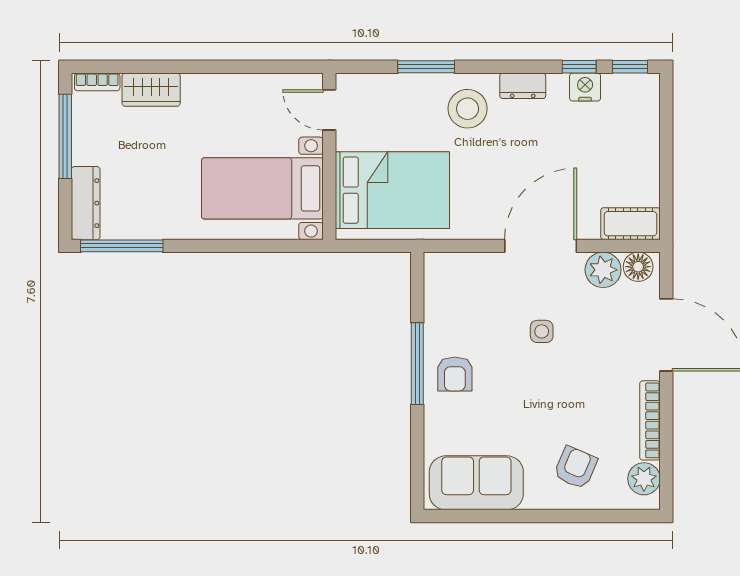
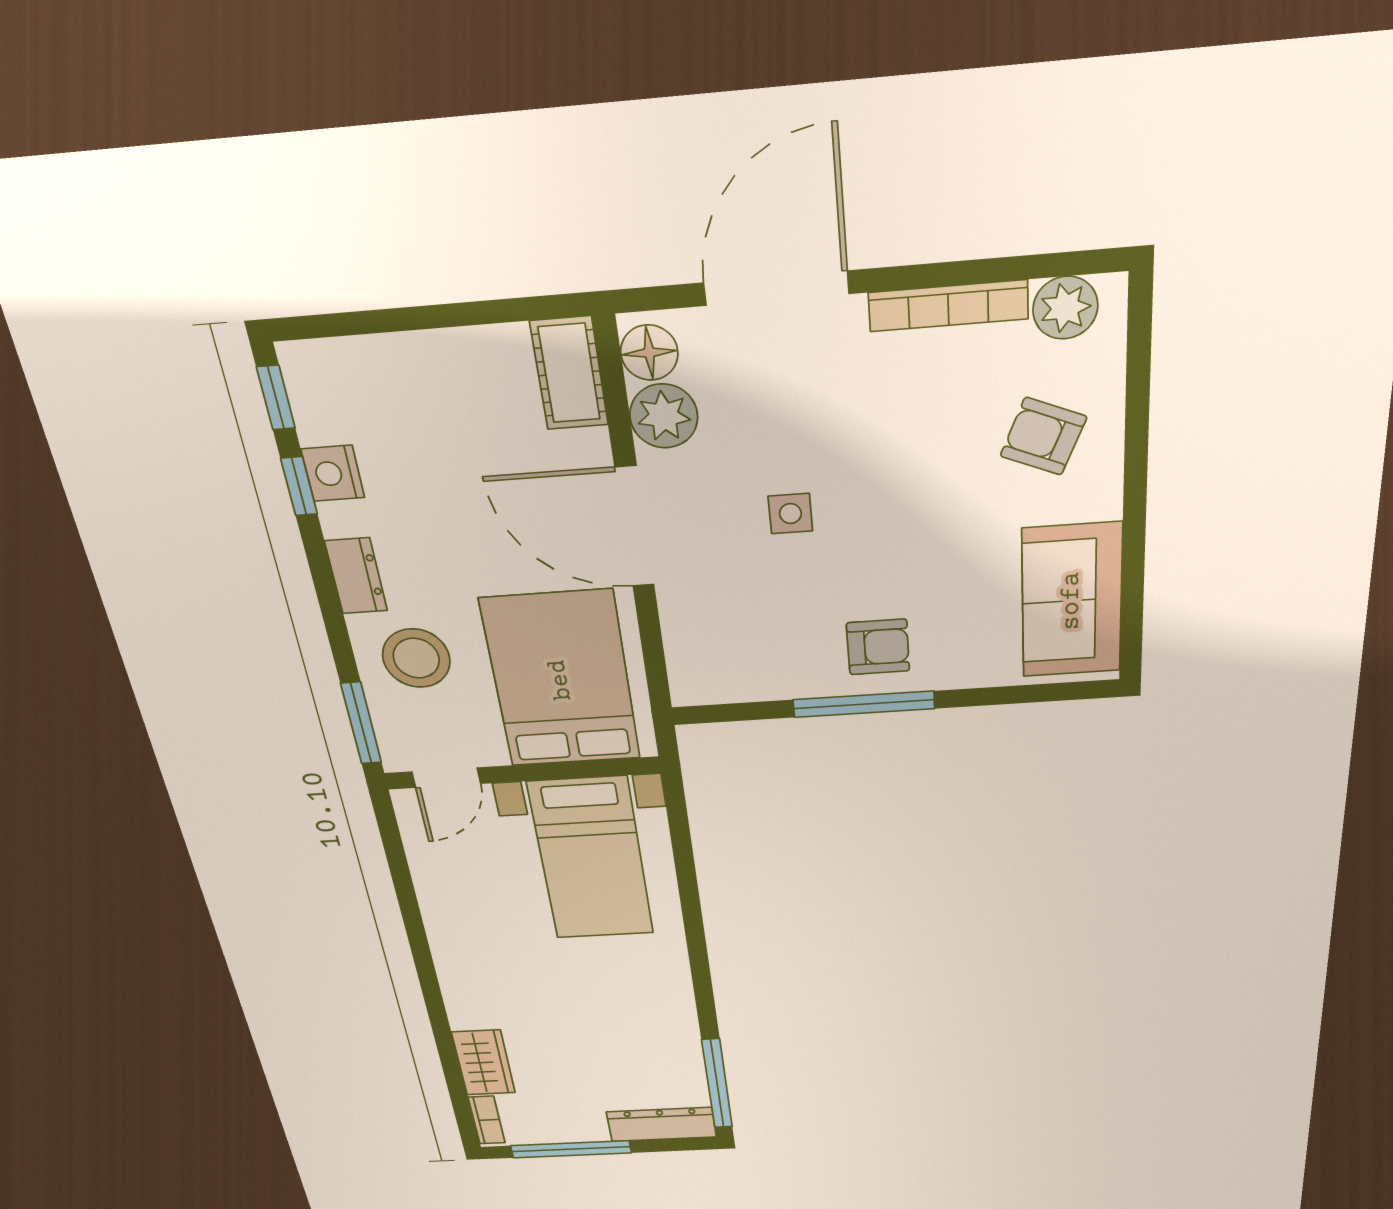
door: (329, 110) -> (446, 778), moved
wall: (329, 156) -> (522, 773), moved
bed with nightstands: (262, 188) -> (591, 859), moved
bed: (392, 190) -> (561, 680), moved

